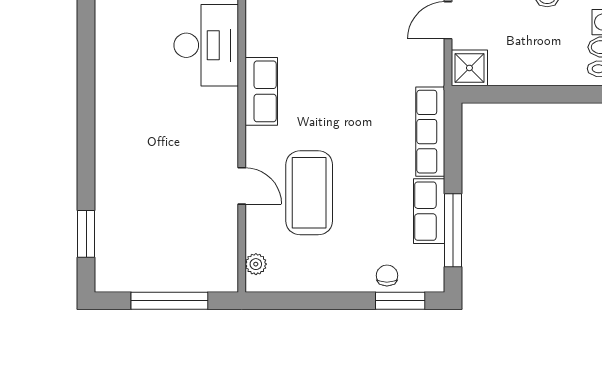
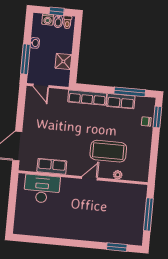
shower: (469, 68) -> (63, 61), moved
row of seats: (261, 91) -> (52, 166), moved
door: (242, 186) -> (90, 178), moved
plant: (256, 264) -> (118, 175), moved

